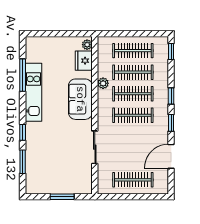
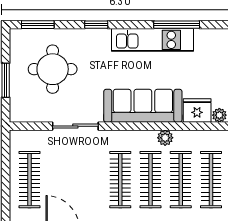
sofa: (80, 99) -> (143, 106), width x1.36
window: (23, 162) -> (38, 25), moved
round table: (54, 163) -> (53, 69), added

